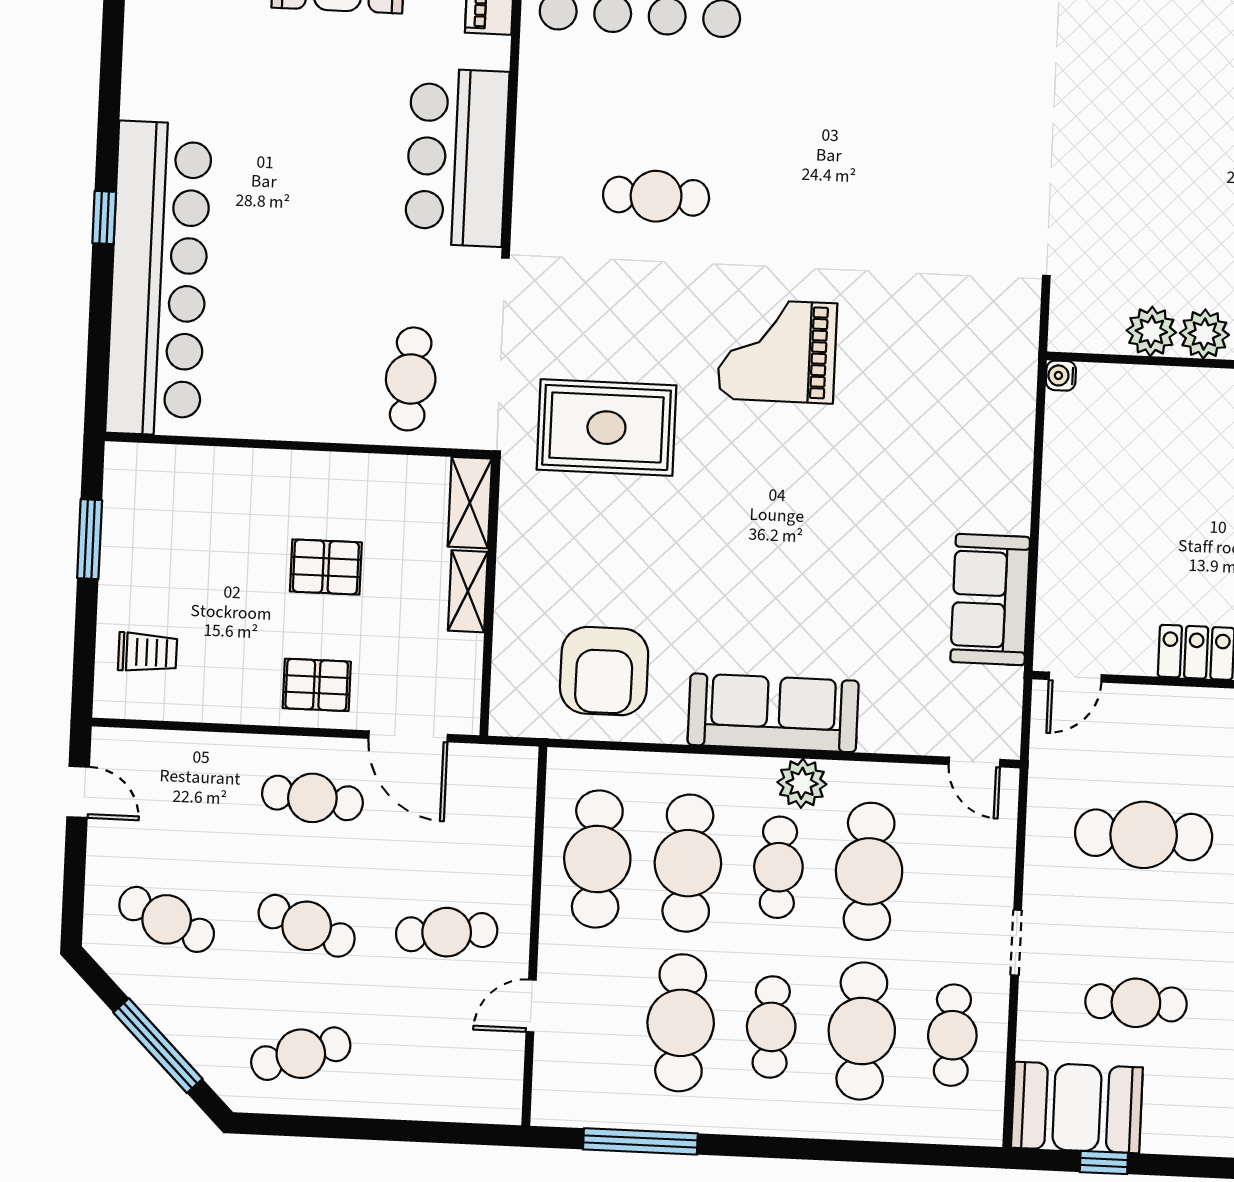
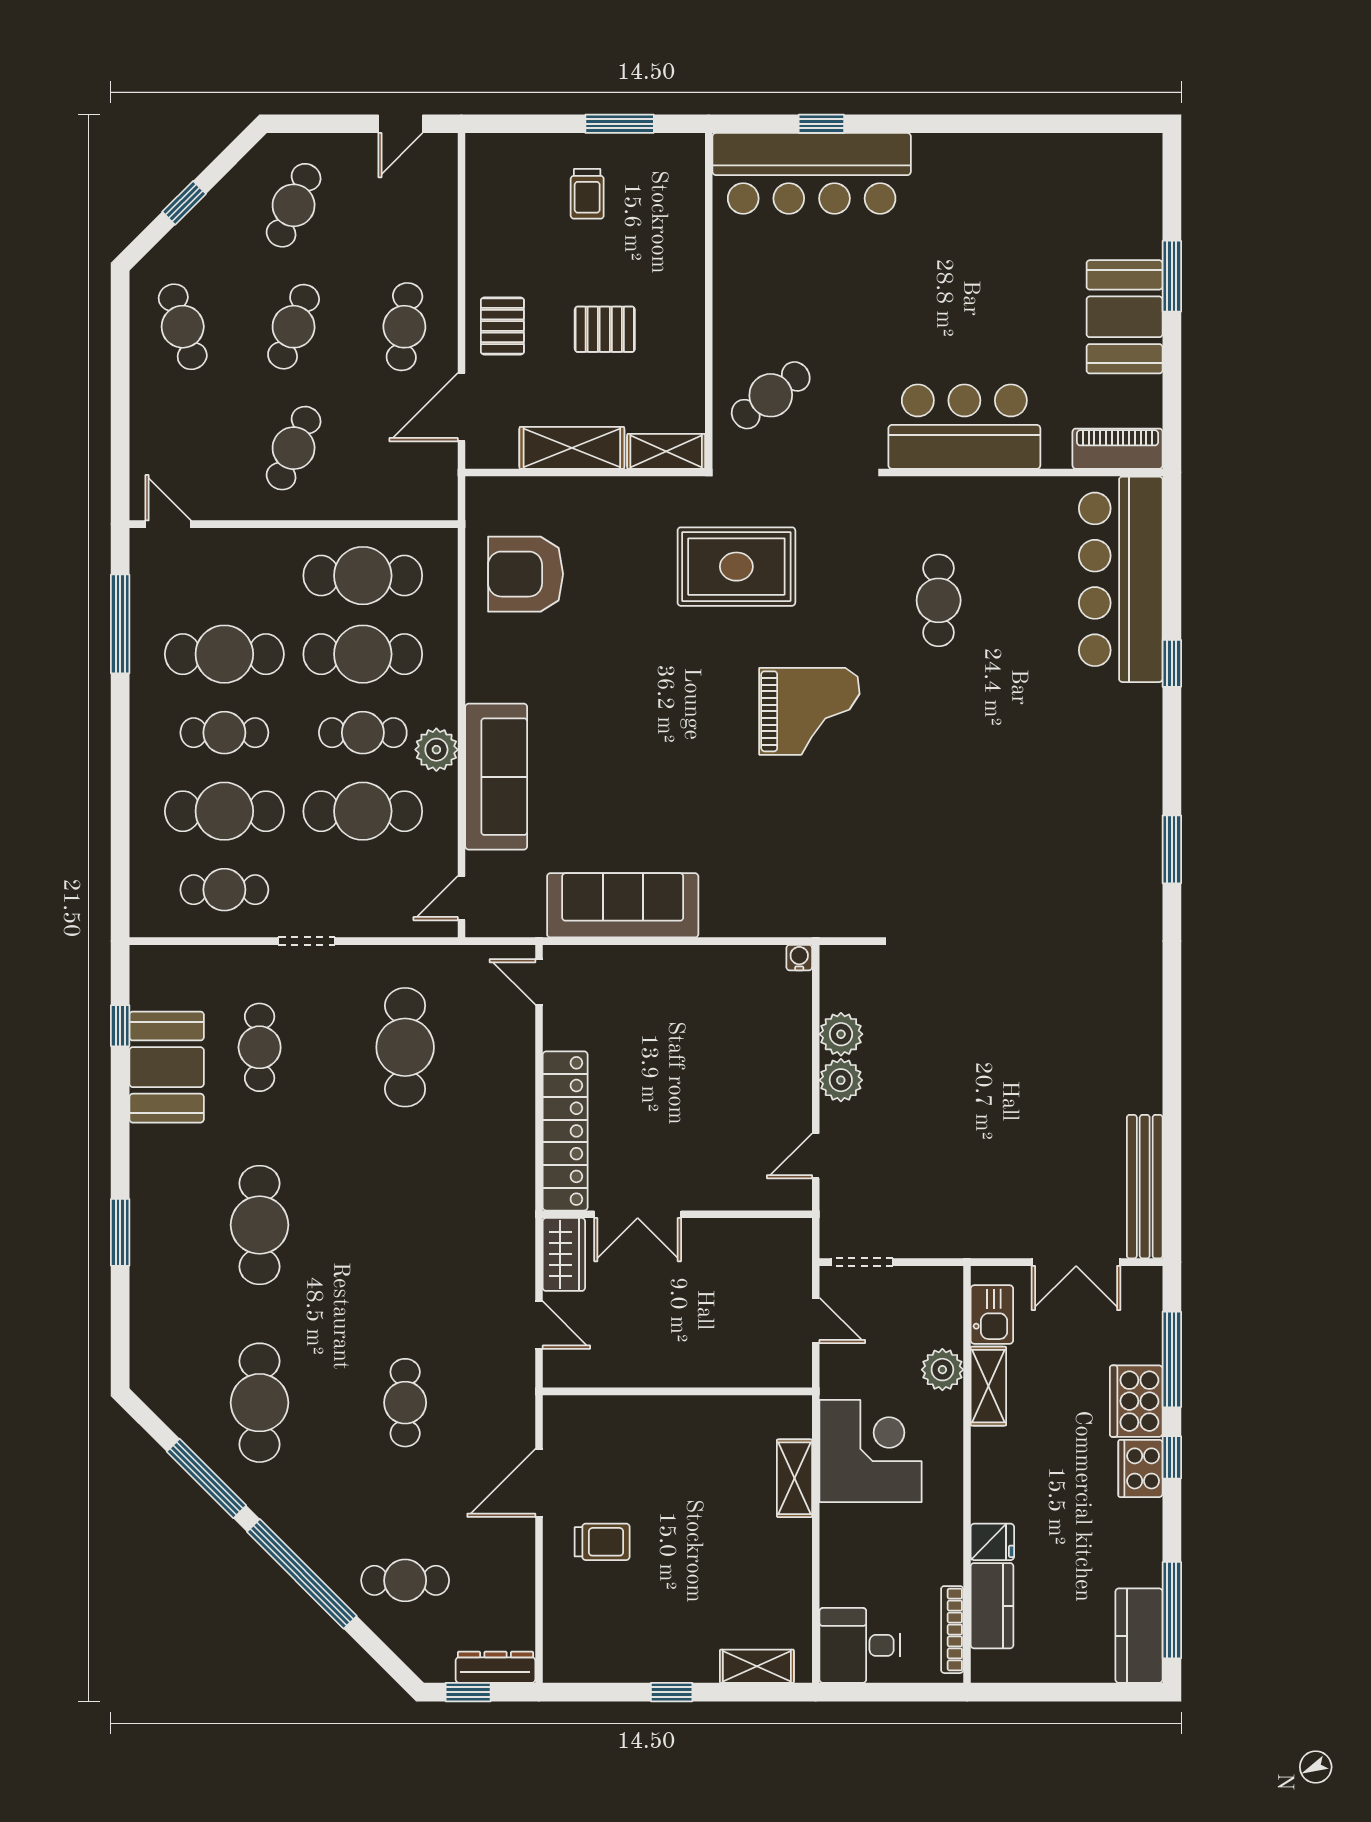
window: (104, 217) -> (821, 124), moved
bar counter: (159, 279) -> (812, 173), width x0.73
grand piano: (777, 351) -> (809, 711), turned 90
cafe table: (411, 379) -> (771, 395), turned -40
rug: (606, 428) -> (736, 567), turned 90
pallet: (326, 567) -> (605, 329), turned 90
shelving: (468, 591) -> (572, 448), width x1.50, depth x1.33
sofa: (990, 600) -> (623, 905), width x1.36
trolley: (148, 652) -> (587, 194), moved
sofa: (773, 713) -> (496, 777), moved
cafe table: (447, 932) -> (294, 448), turned 30
door: (531, 1006) -> (168, 524), moved
window: (158, 1046) -> (184, 203), width x0.46
booth: (1077, 1108) -> (167, 1067), moved

